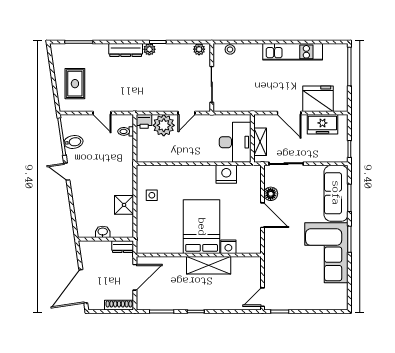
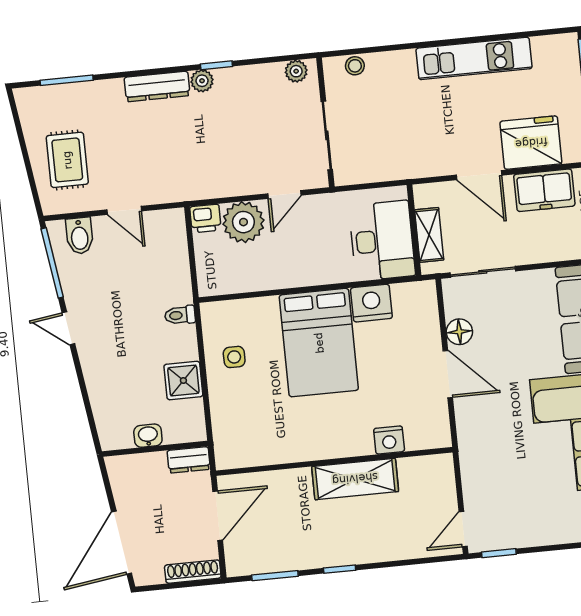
toilet: (126, 131) -> (180, 315), moved
bidet: (73, 142) -> (79, 236), moved, turned 98
bed: (202, 227) -> (319, 343), moved, turned 180

